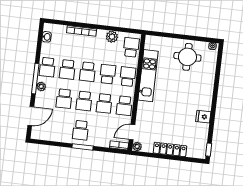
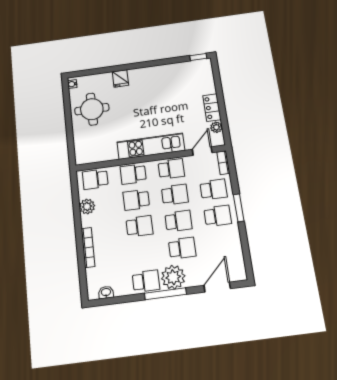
school desk: (67, 69) -> (213, 189), moved
kitchen unit: (148, 76) -> (151, 146), moved
plant: (41, 87) -> (173, 277), width x1.87, depth x1.87
door: (31, 116) -> (217, 287), hinge flipped
fridge: (203, 117) -> (120, 78), moved
door: (132, 132) -> (202, 151), swing flipped
plant: (137, 147) -> (216, 127), moved
locker: (170, 149) -> (212, 108), width x0.66

